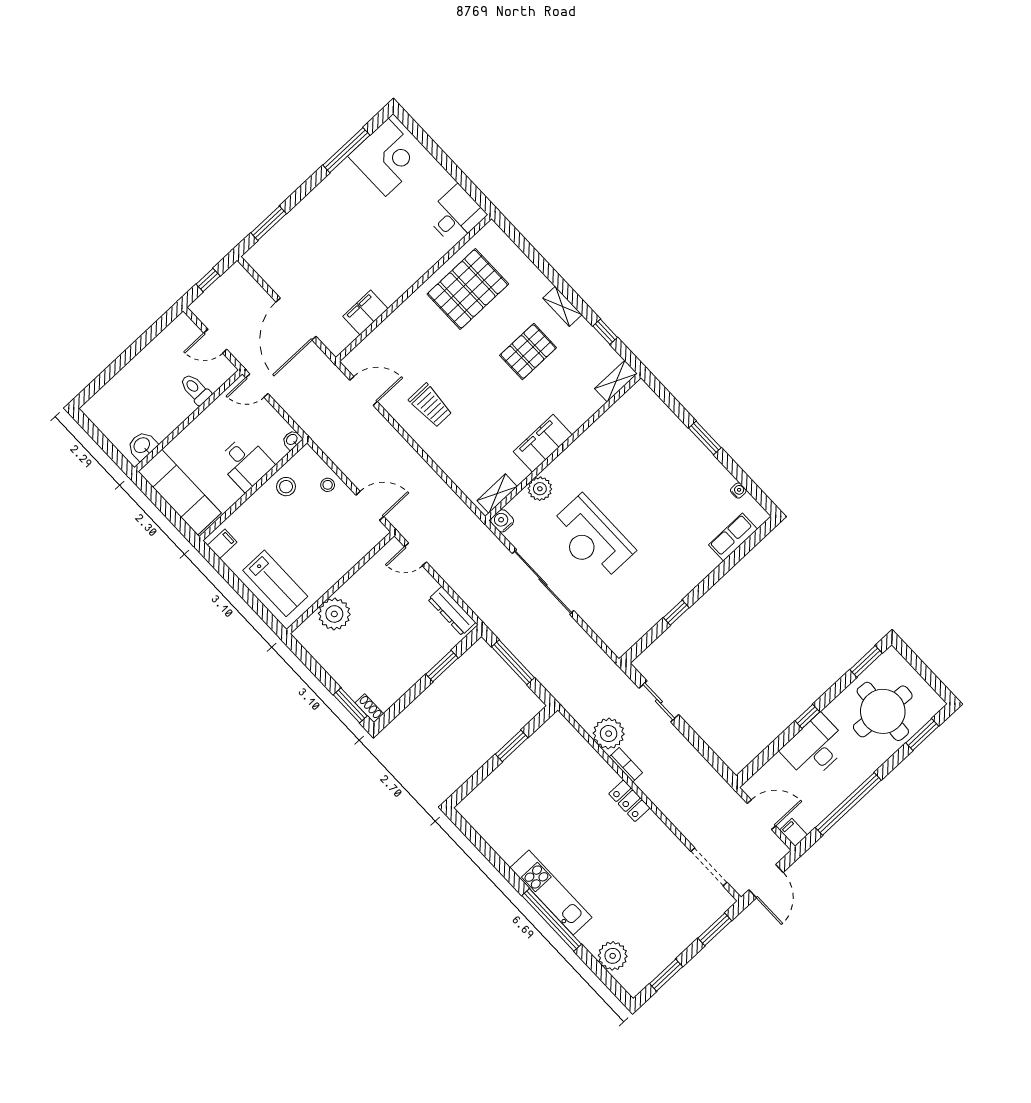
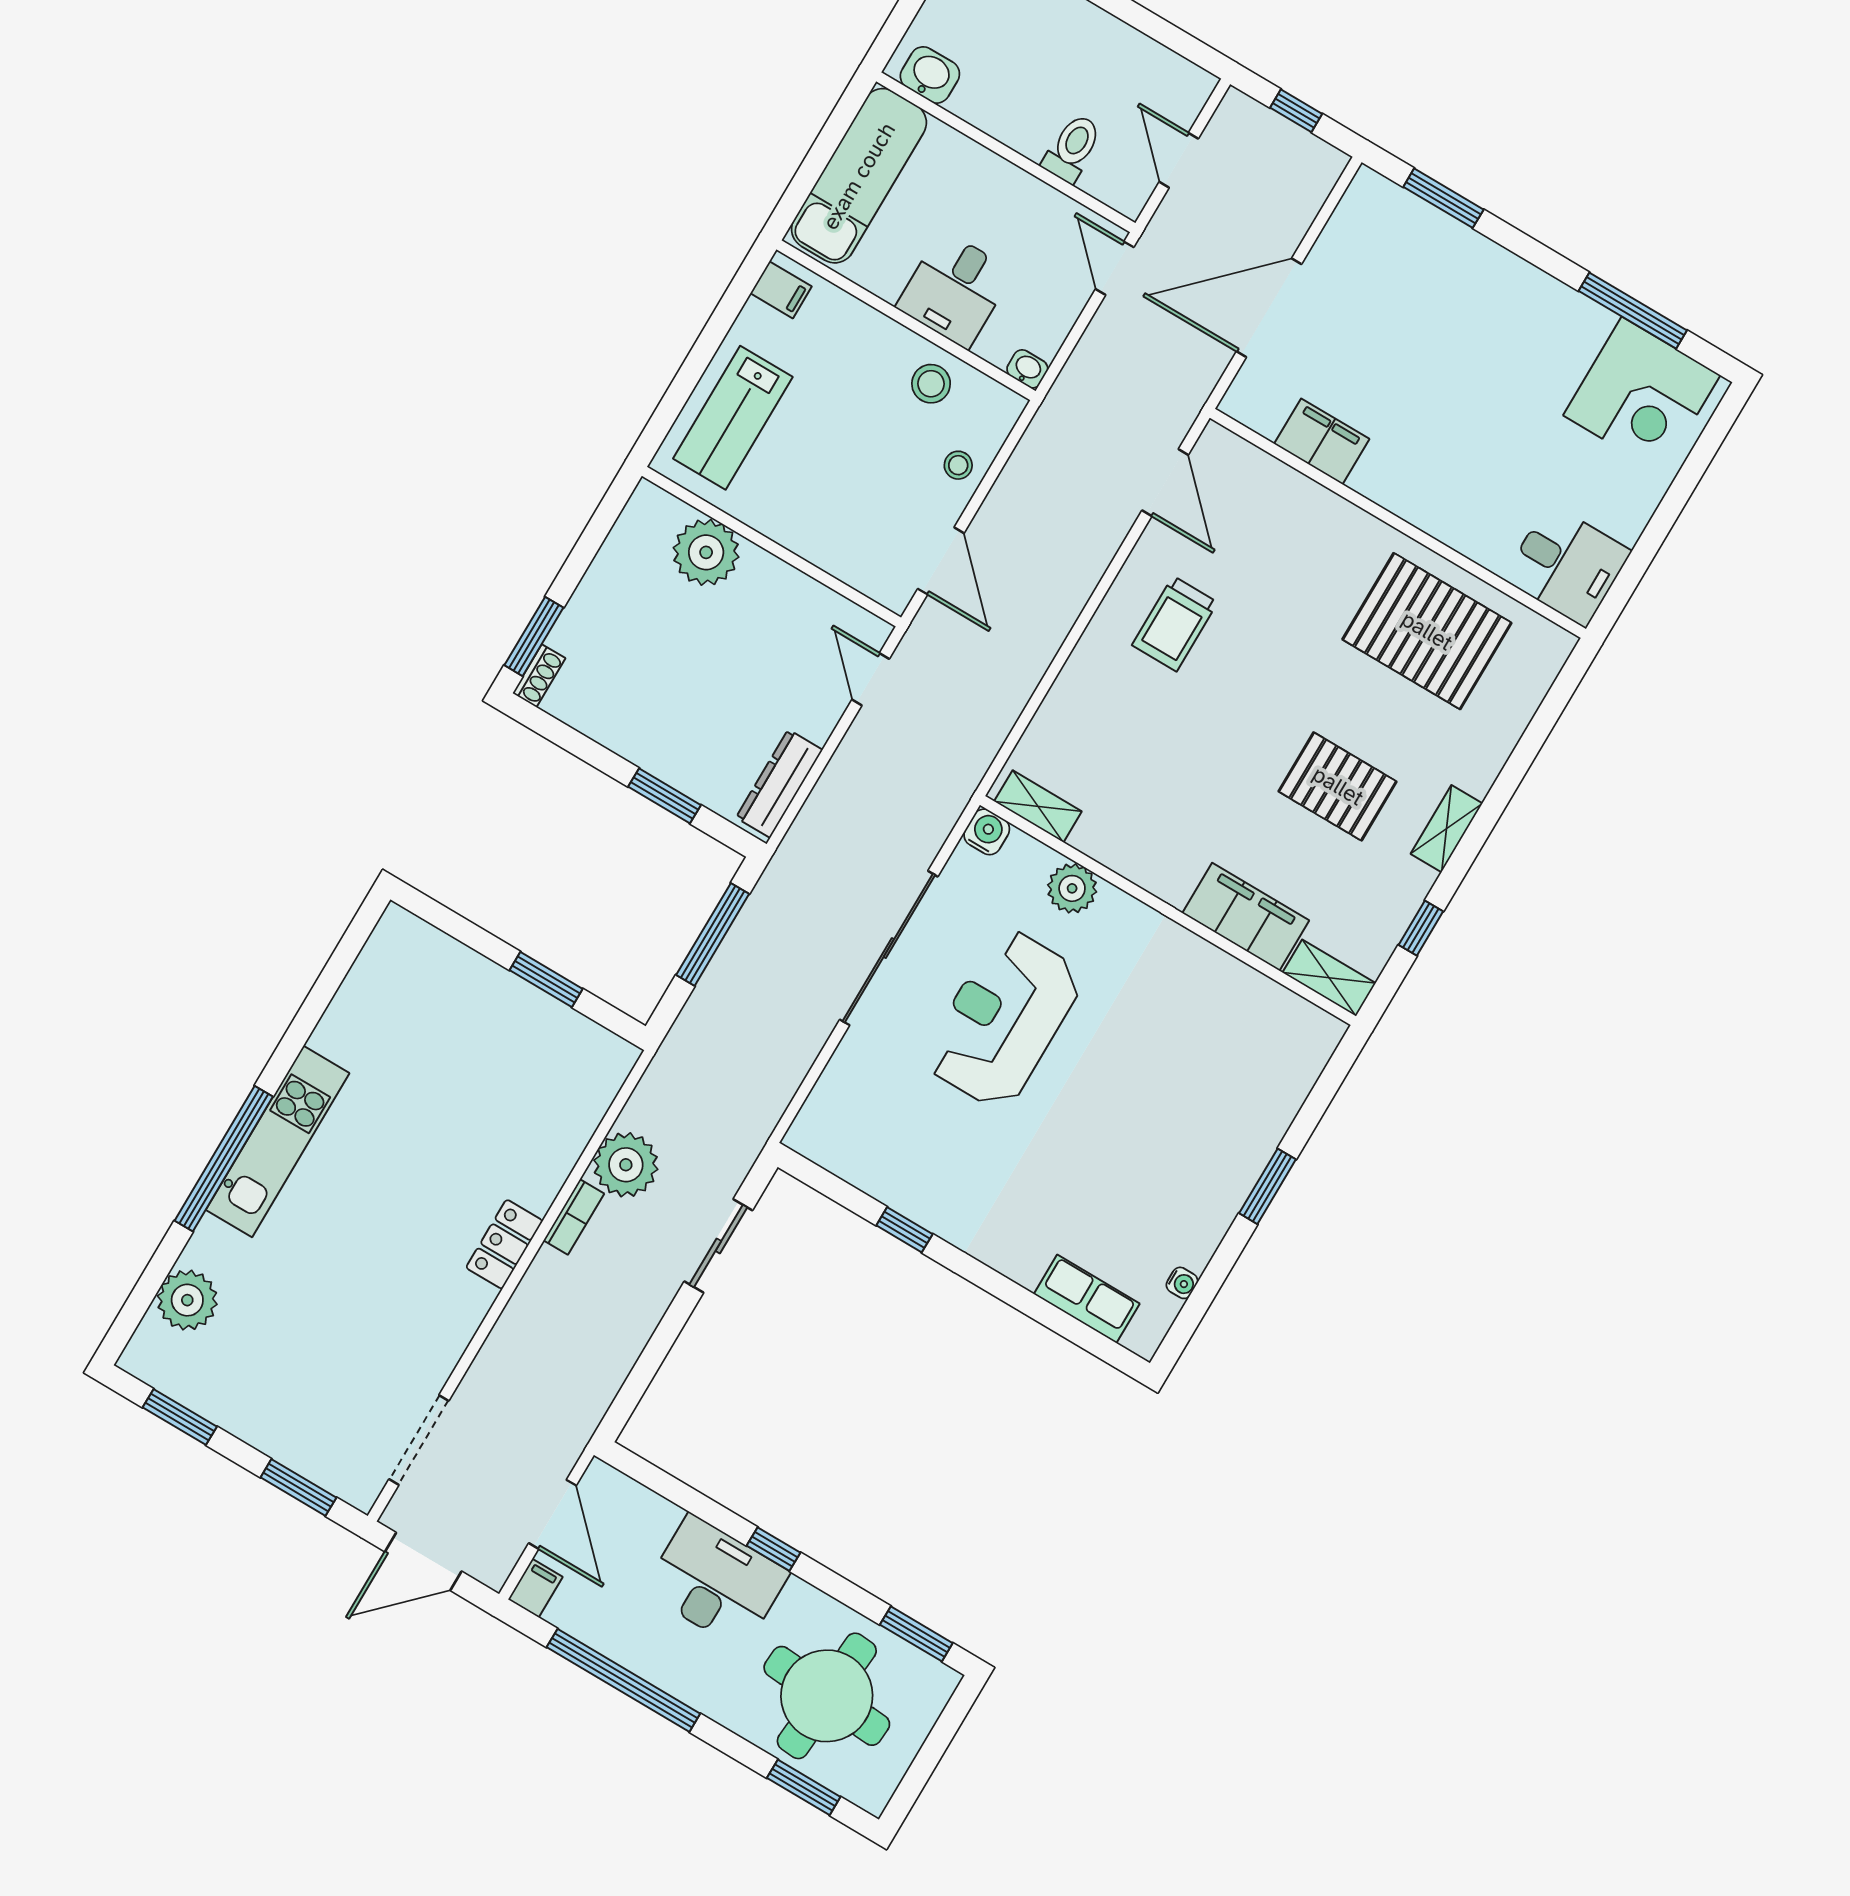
filing cabinet: (543, 443) -> (1246, 917), moved

